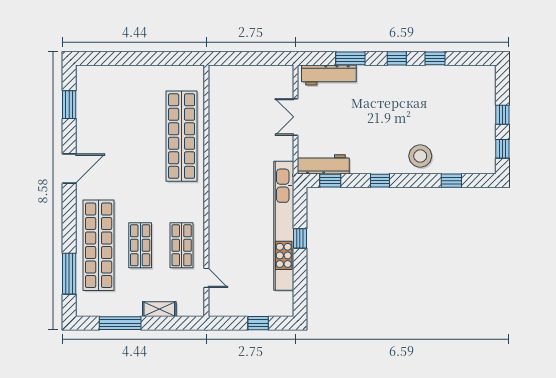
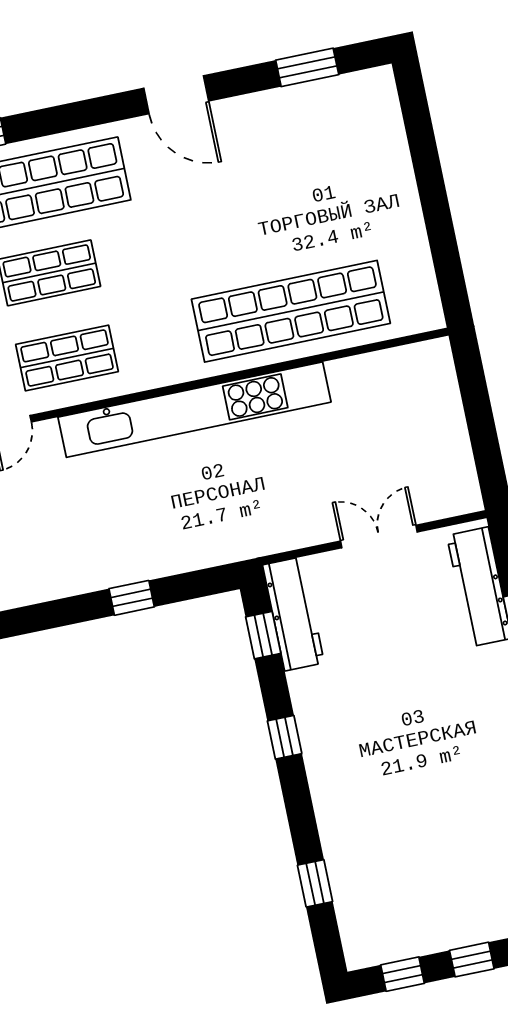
stool: (420, 156) -> (352, 809), removed
kitchen unit: (284, 226) -> (194, 410), moved, turned 180

